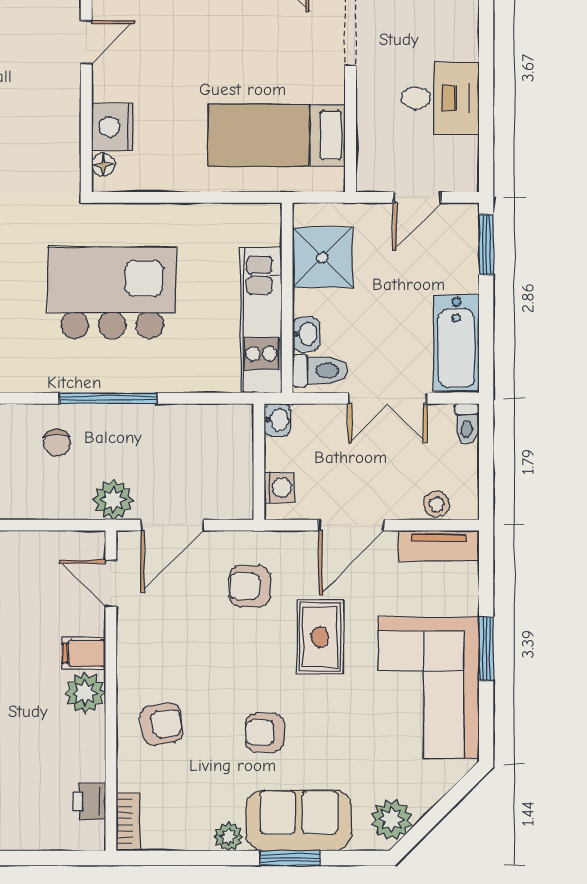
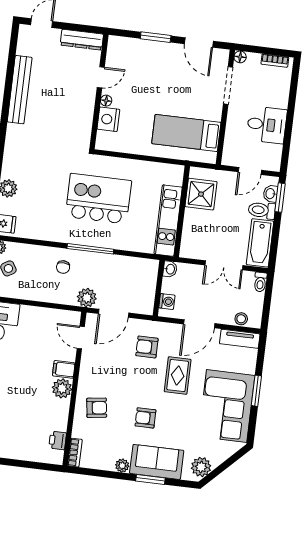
floor lamp: (103, 165) -> (106, 101), moved
washbasin: (306, 334) -> (271, 194), moved, turned 180
toilet: (320, 371) -> (262, 210), moved, turned 180

